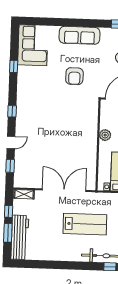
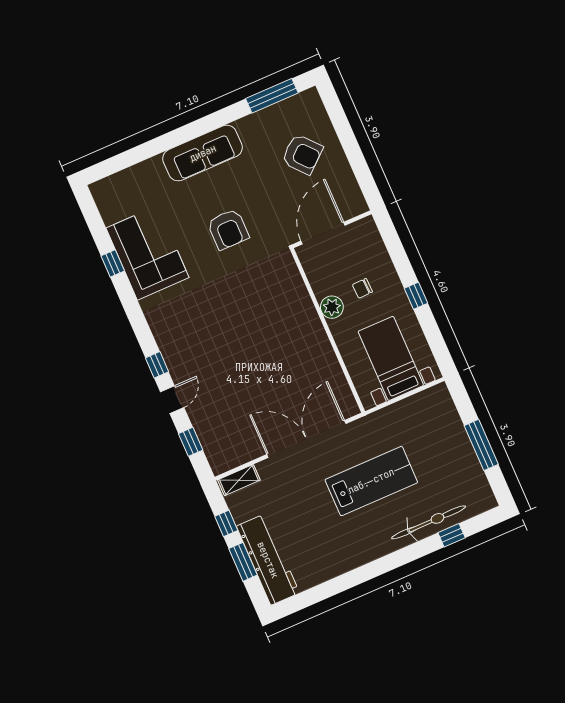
corner sofa: (33, 45) -> (147, 253), moved
window: (12, 111) -> (157, 365), moved

